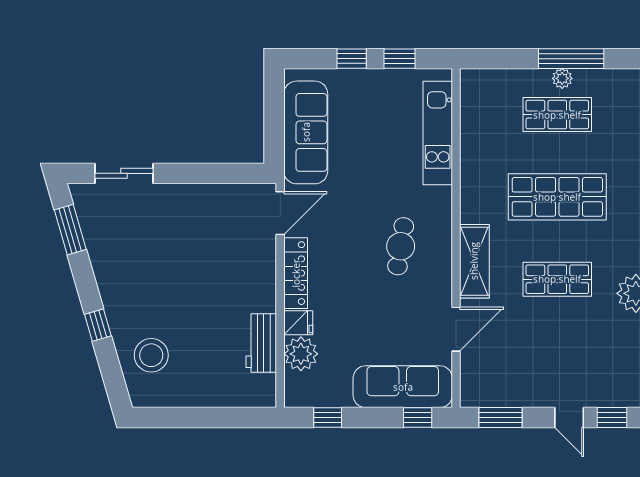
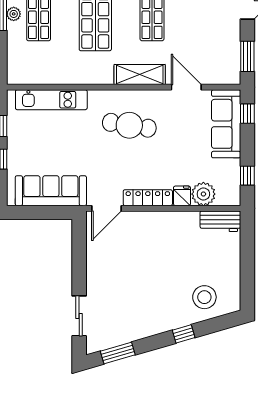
door: (280, 213) -> (107, 208), swing flipped
cafe table: (401, 246) -> (129, 125), width x1.37, depth x1.35
workbench: (261, 343) -> (220, 221), moved

